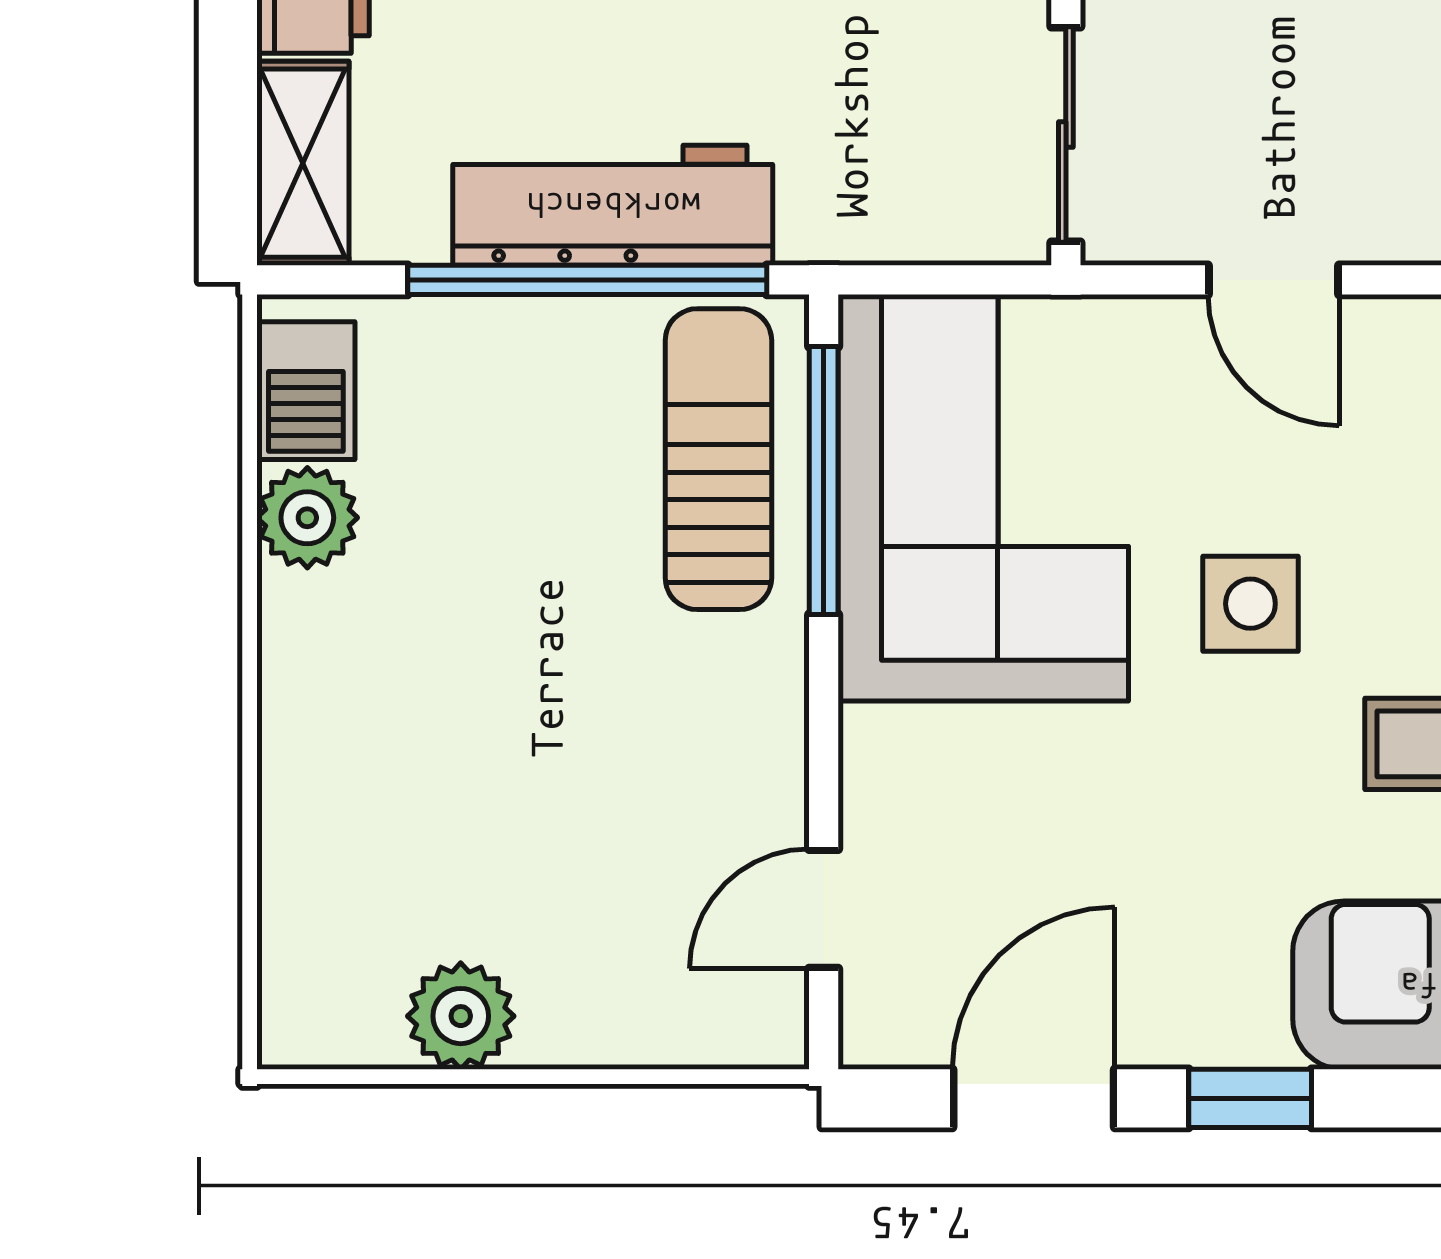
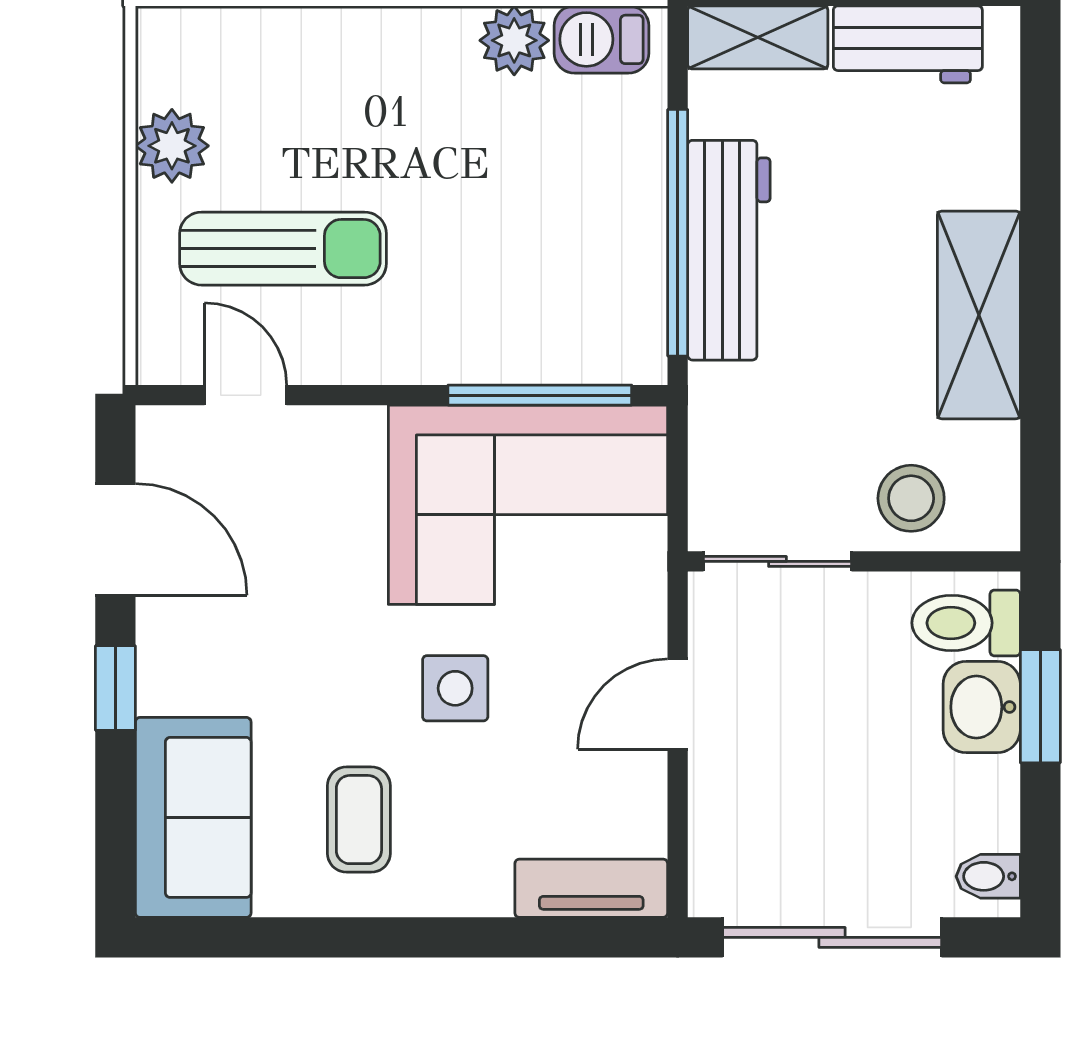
sun lounger: (718, 459) -> (283, 249), moved

